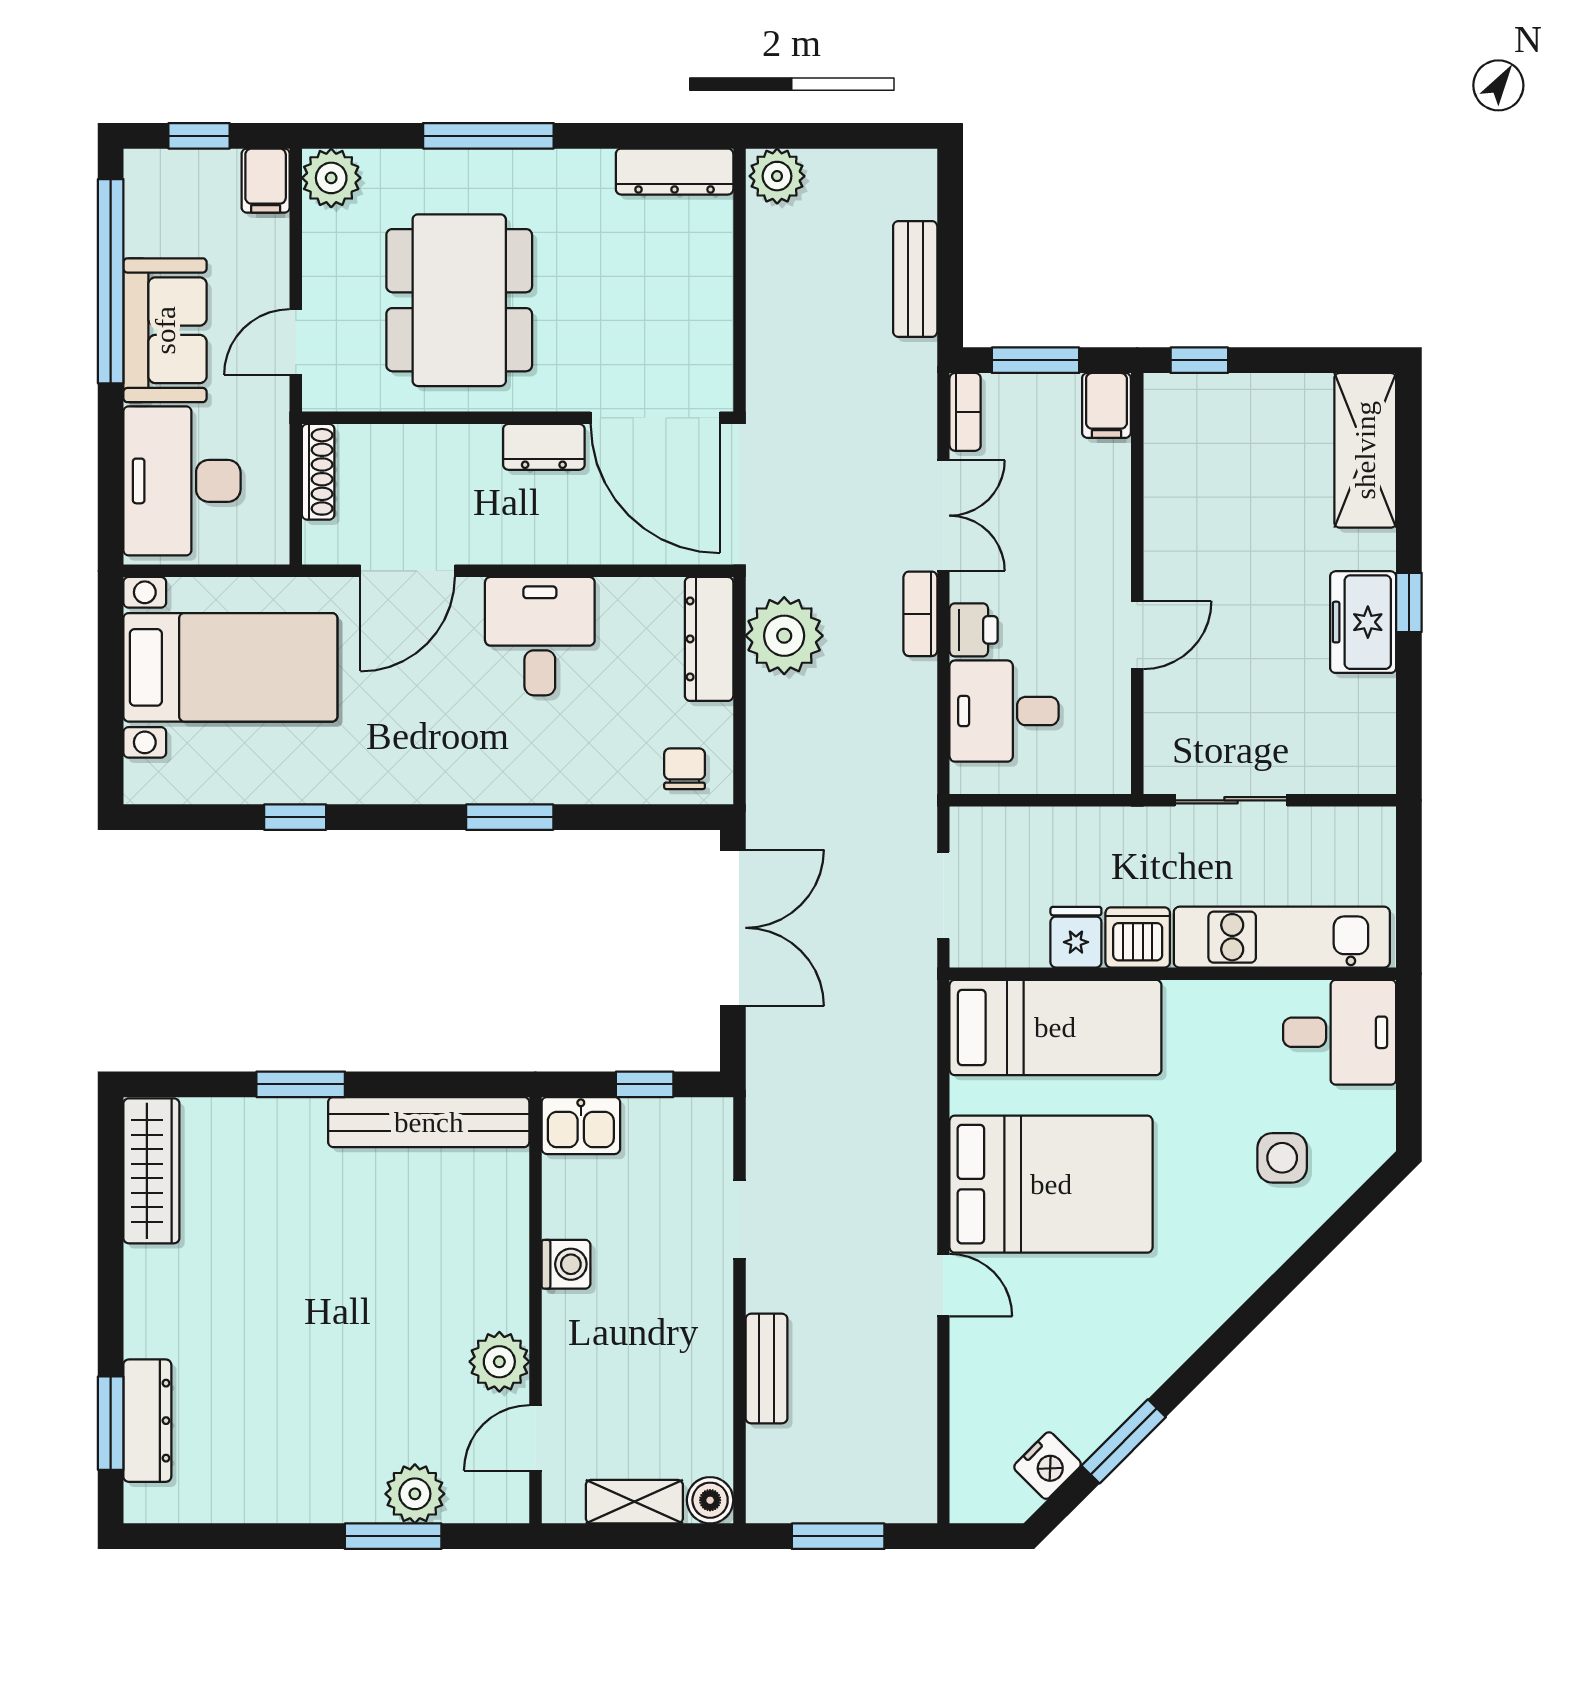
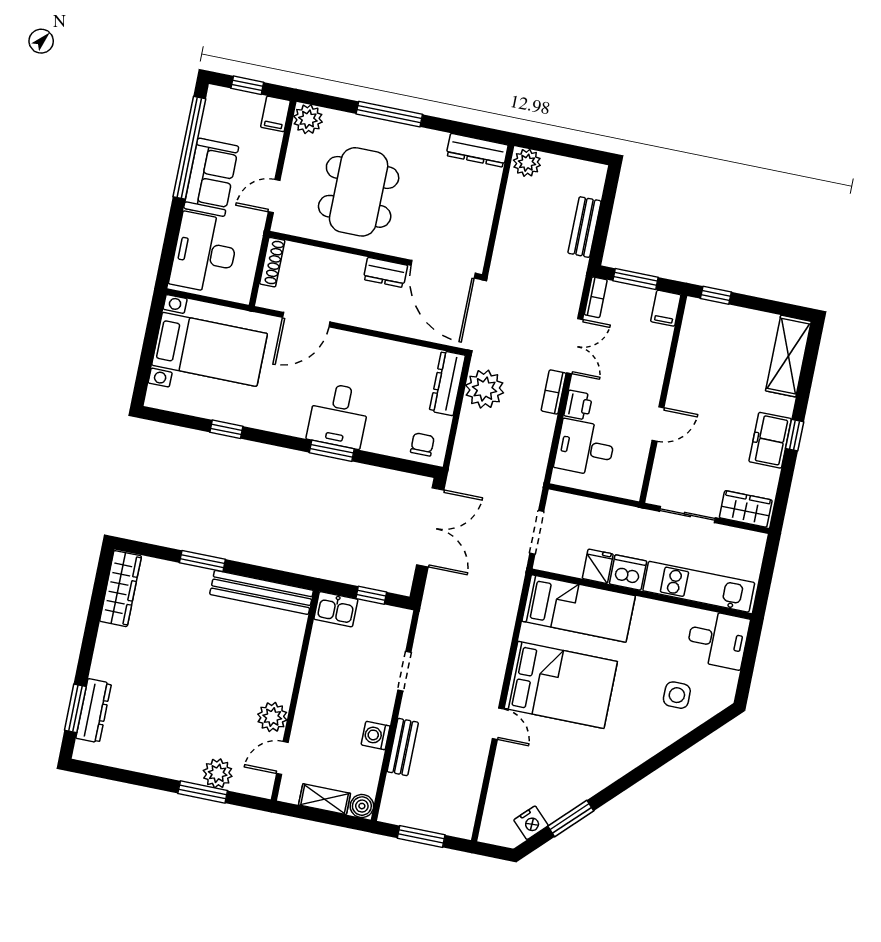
desk: (540, 636) -> (339, 415), moved, turned 180
wardrobe: (1343, 766) -> (746, 509), added
washing machine: (566, 1264) -> (376, 735), moved, turned 180

